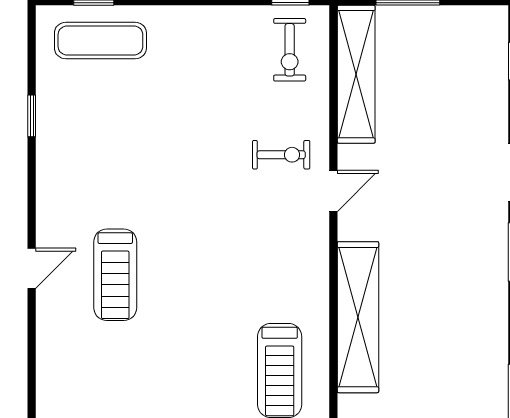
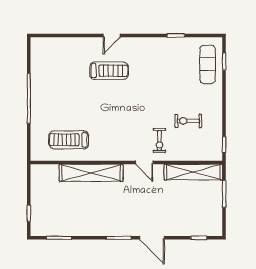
exercise bike: (290, 50) -> (188, 121), moved
door: (32, 268) -> (112, 36), hinge flipped
treadmill: (115, 275) -> (109, 71), turned 180

